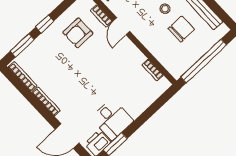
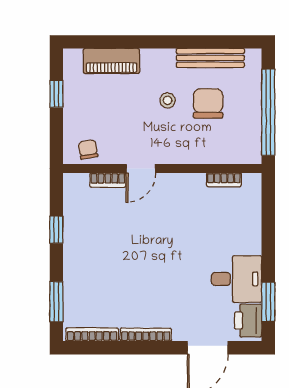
window: (45, 24) -> (56, 230), moved
door: (121, 26) -> (141, 169), hinge flipped
armchair: (78, 33) -> (102, 225), removed

